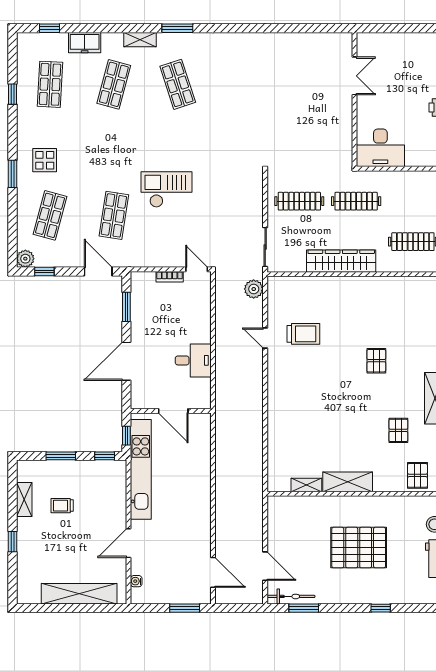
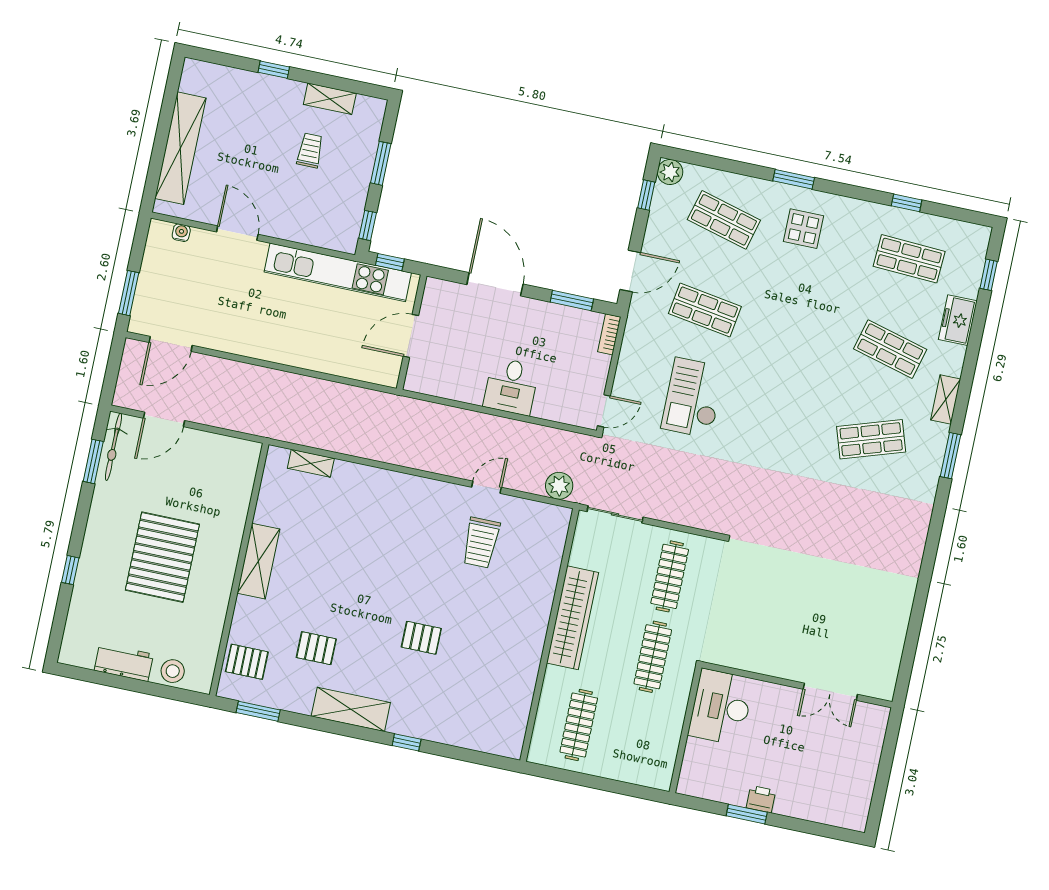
checkout: (167, 190) -> (693, 398), moved, turned 180
bookcase: (170, 277) -> (609, 334), moved
desk: (193, 360) -> (511, 386), moved
shelving: (306, 485) -> (311, 463), moved, turned 90

